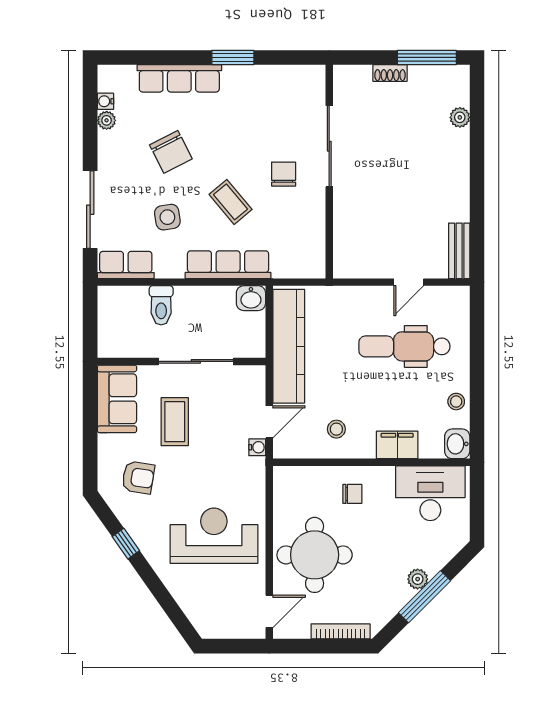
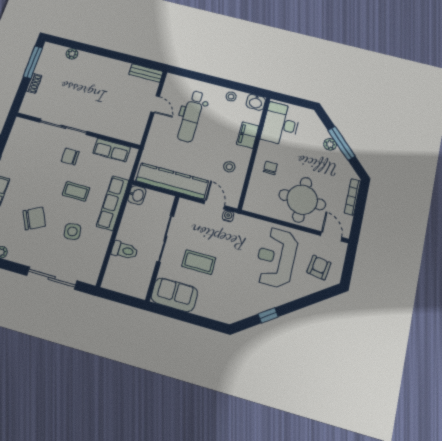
coffee table: (231, 202) -> (76, 191), turned 40
row of seats: (126, 265) -> (112, 150), moved, turned -90
armchair: (138, 477) -> (319, 268), moved

